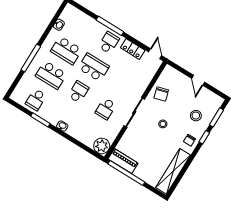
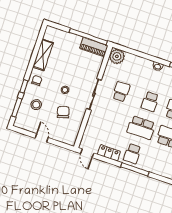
chair: (161, 94) -> (63, 112), moved
shelving: (173, 171) -> (43, 55), width x0.68

